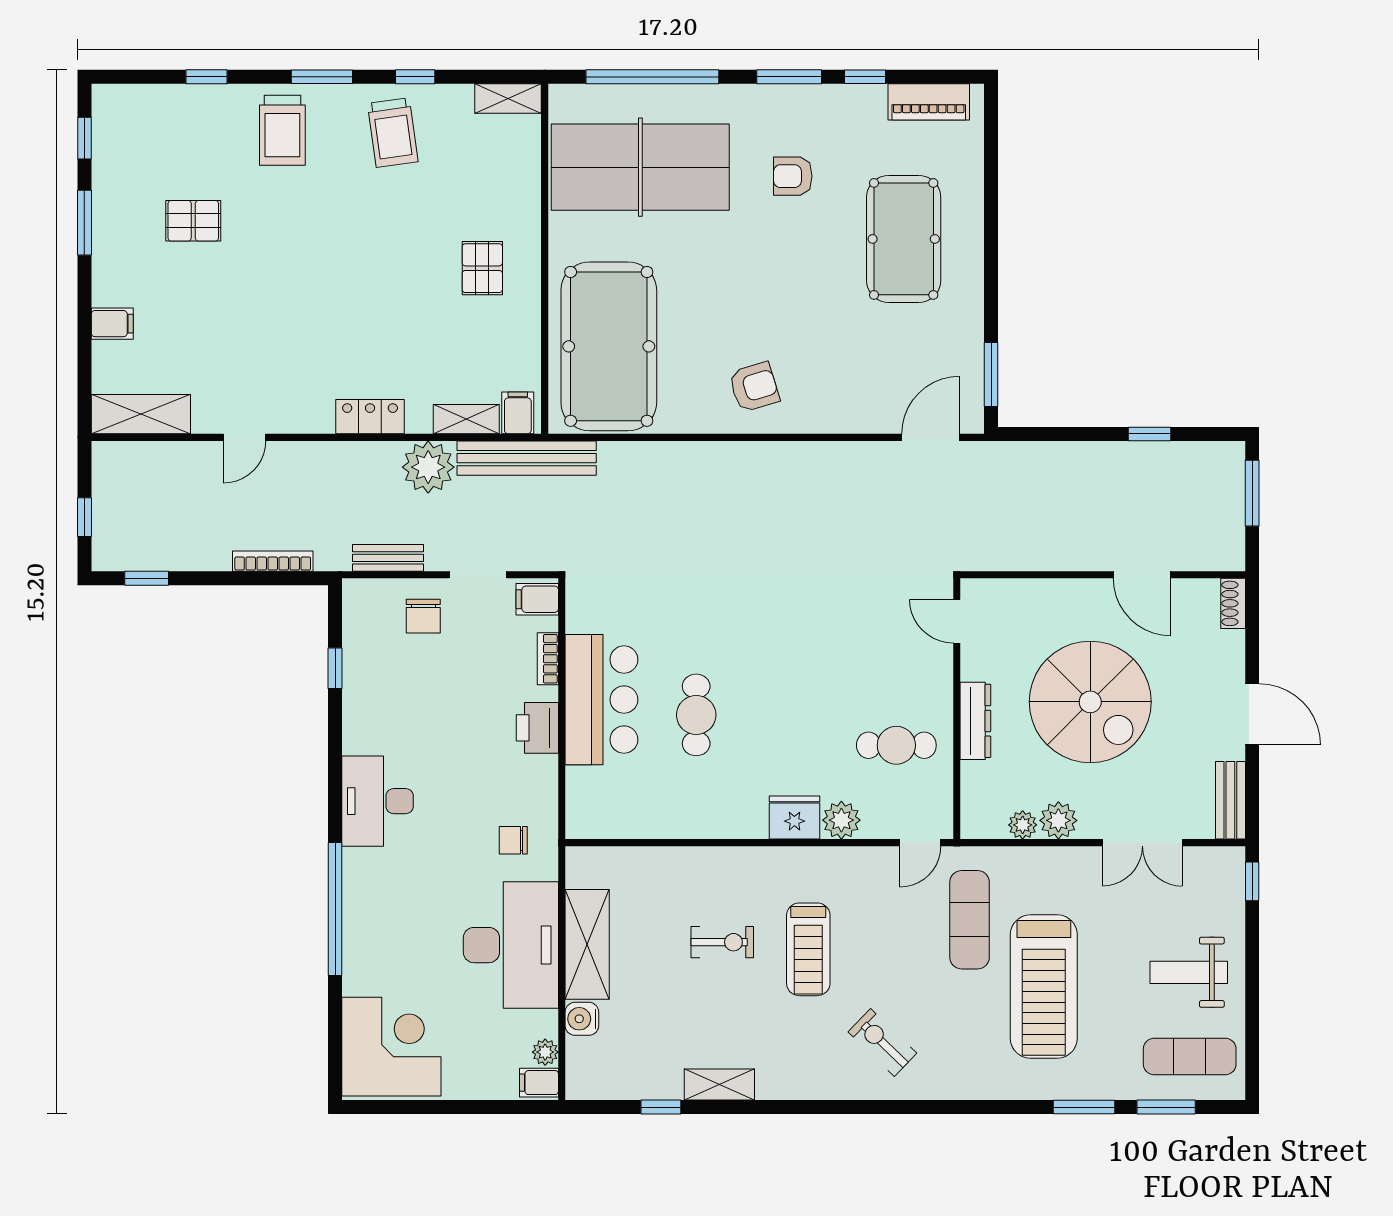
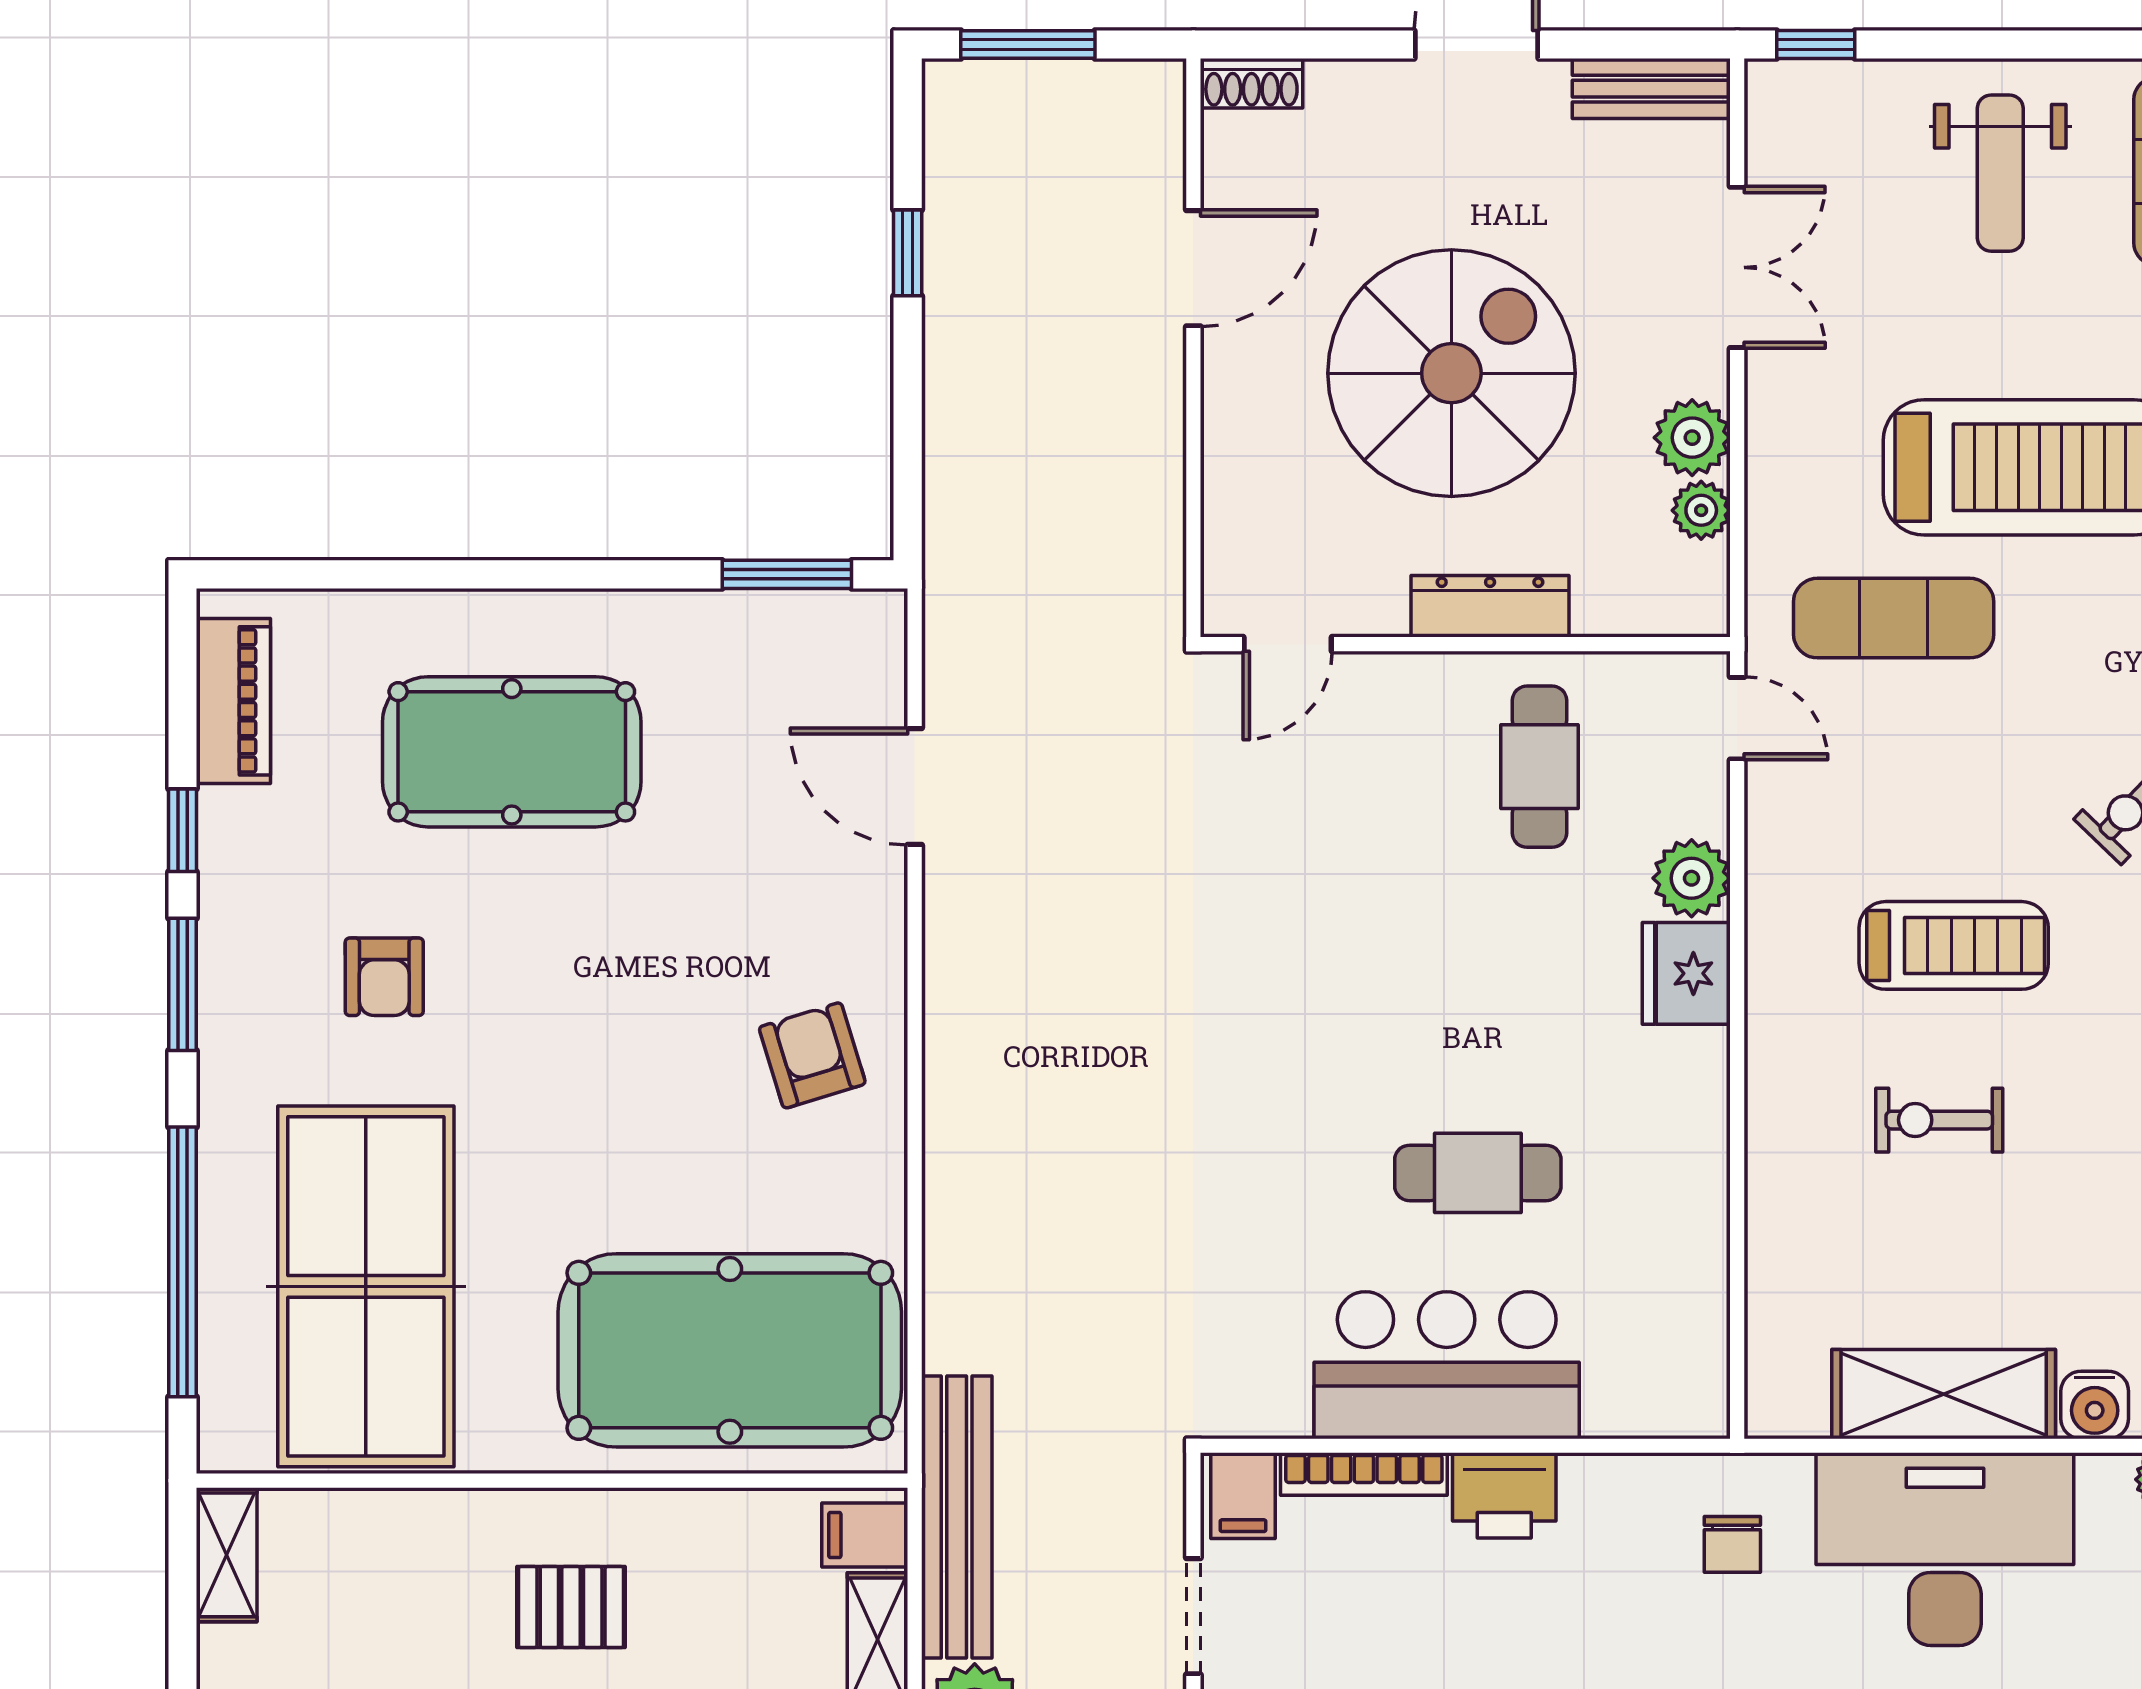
door: (931, 437) -> (915, 787), moved
bookcase: (548, 659) -> (1364, 1474), width x1.56
exercise bike: (722, 942) -> (1939, 1120), turned -90

